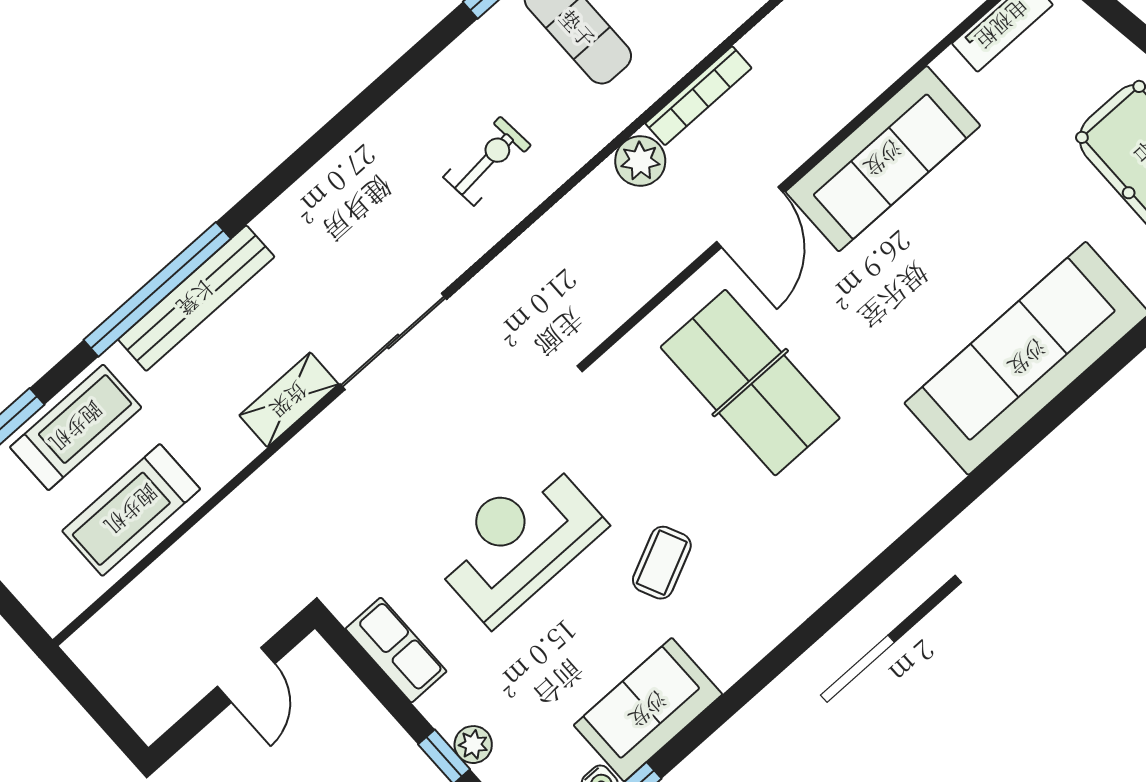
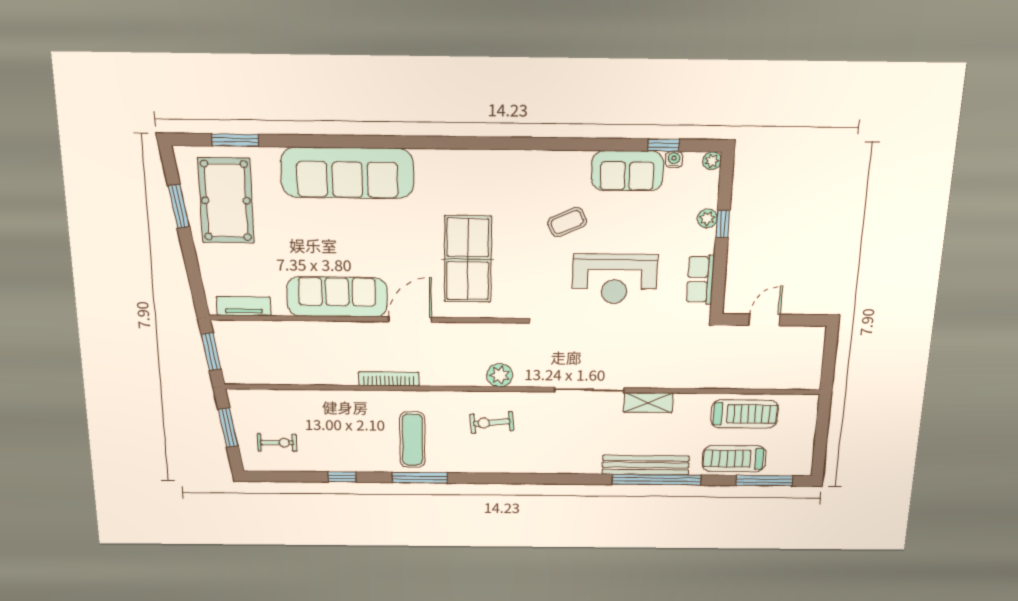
plant: (640, 161) -> (500, 375), moved

